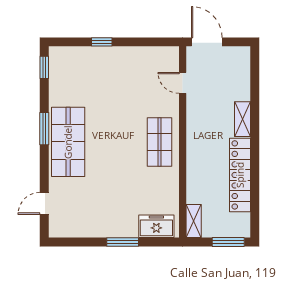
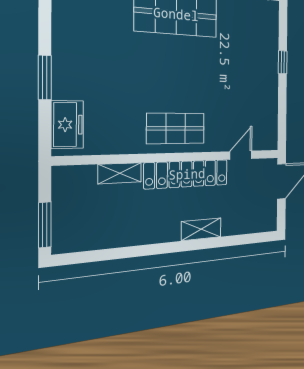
locker: (240, 175) -> (187, 174), moved, turned 180
shelving: (194, 221) -> (120, 173), moved

